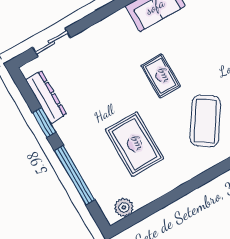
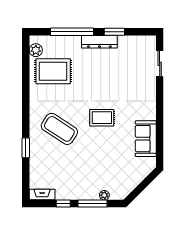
dresser: (46, 97) -> (99, 42), moved
rug: (134, 144) -> (53, 71), moved

